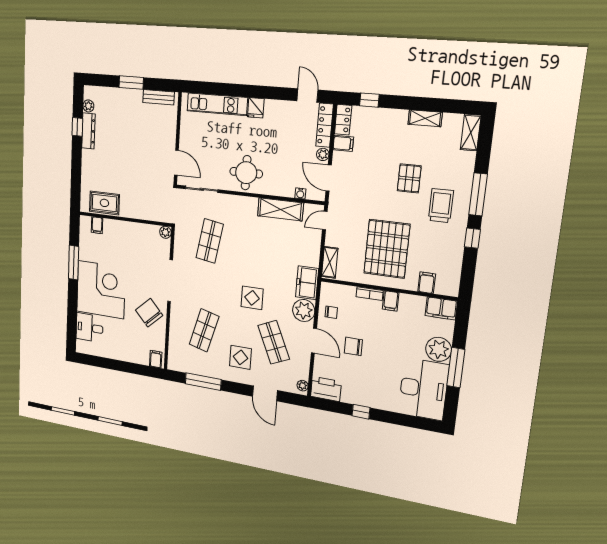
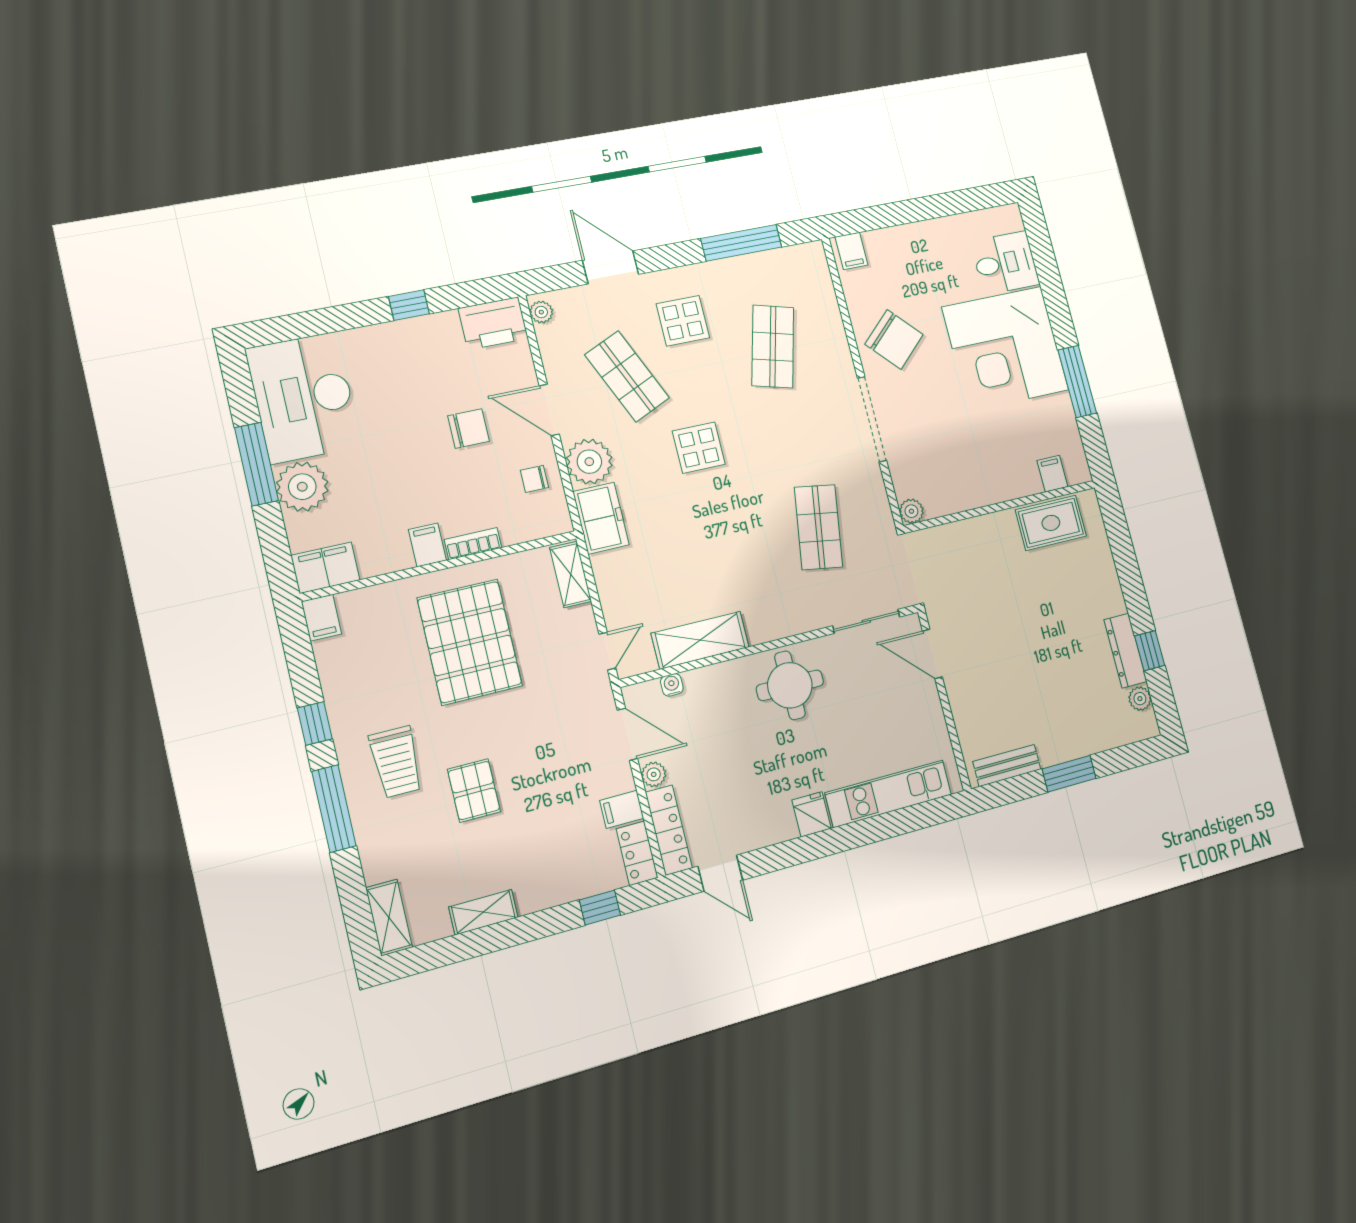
filing cabinet: (427, 283) -> (321, 618), moved

